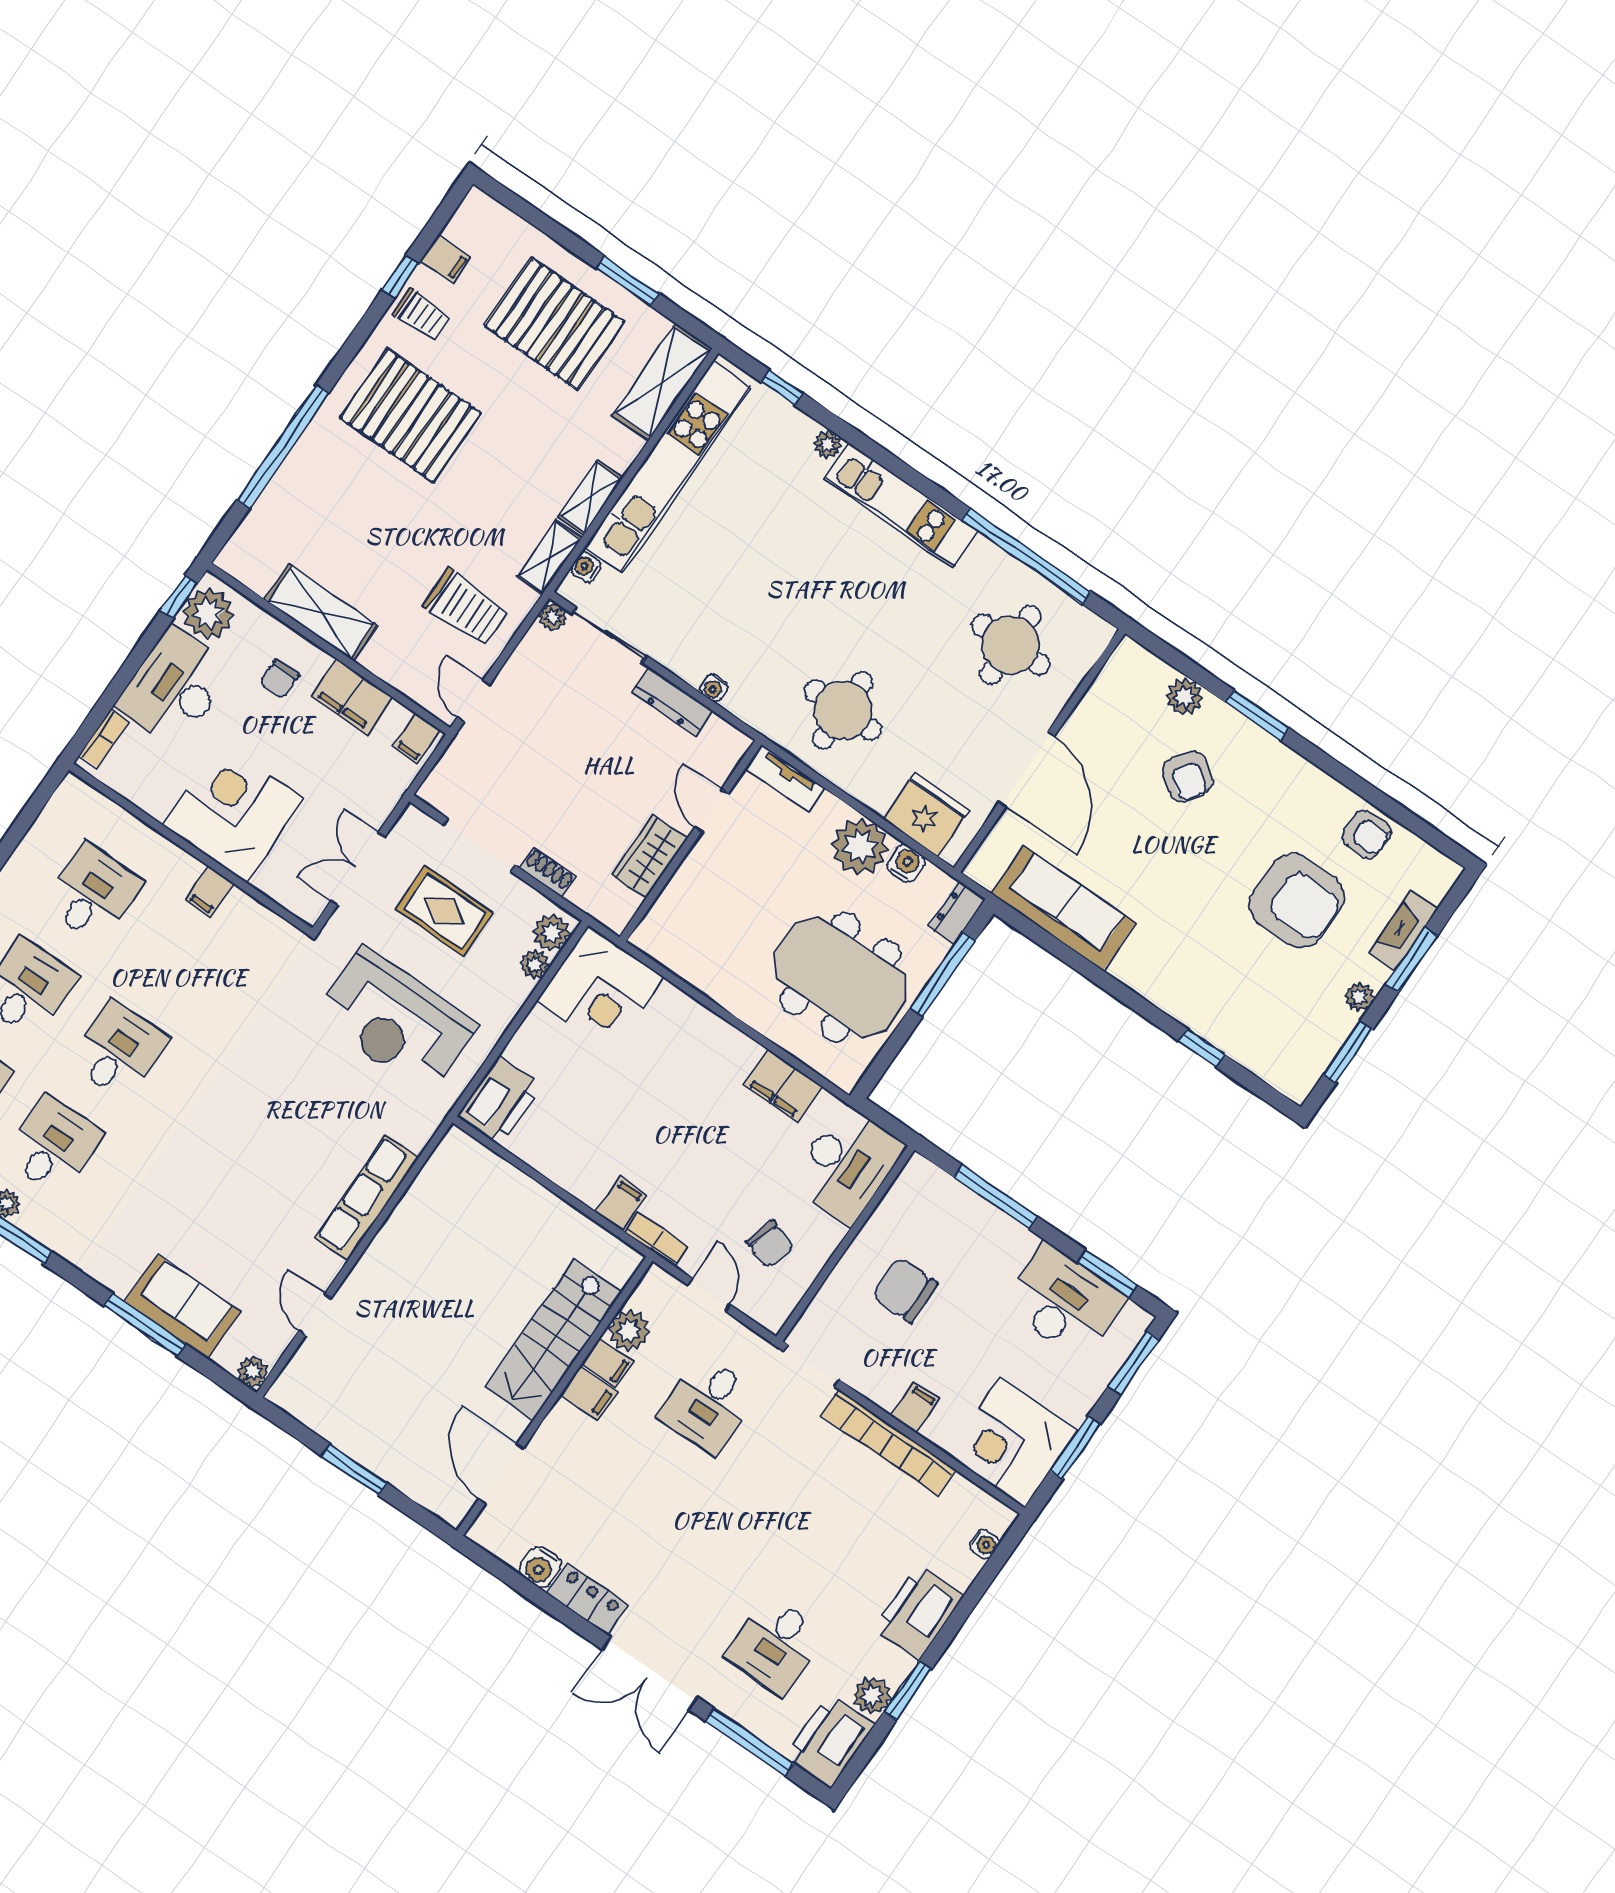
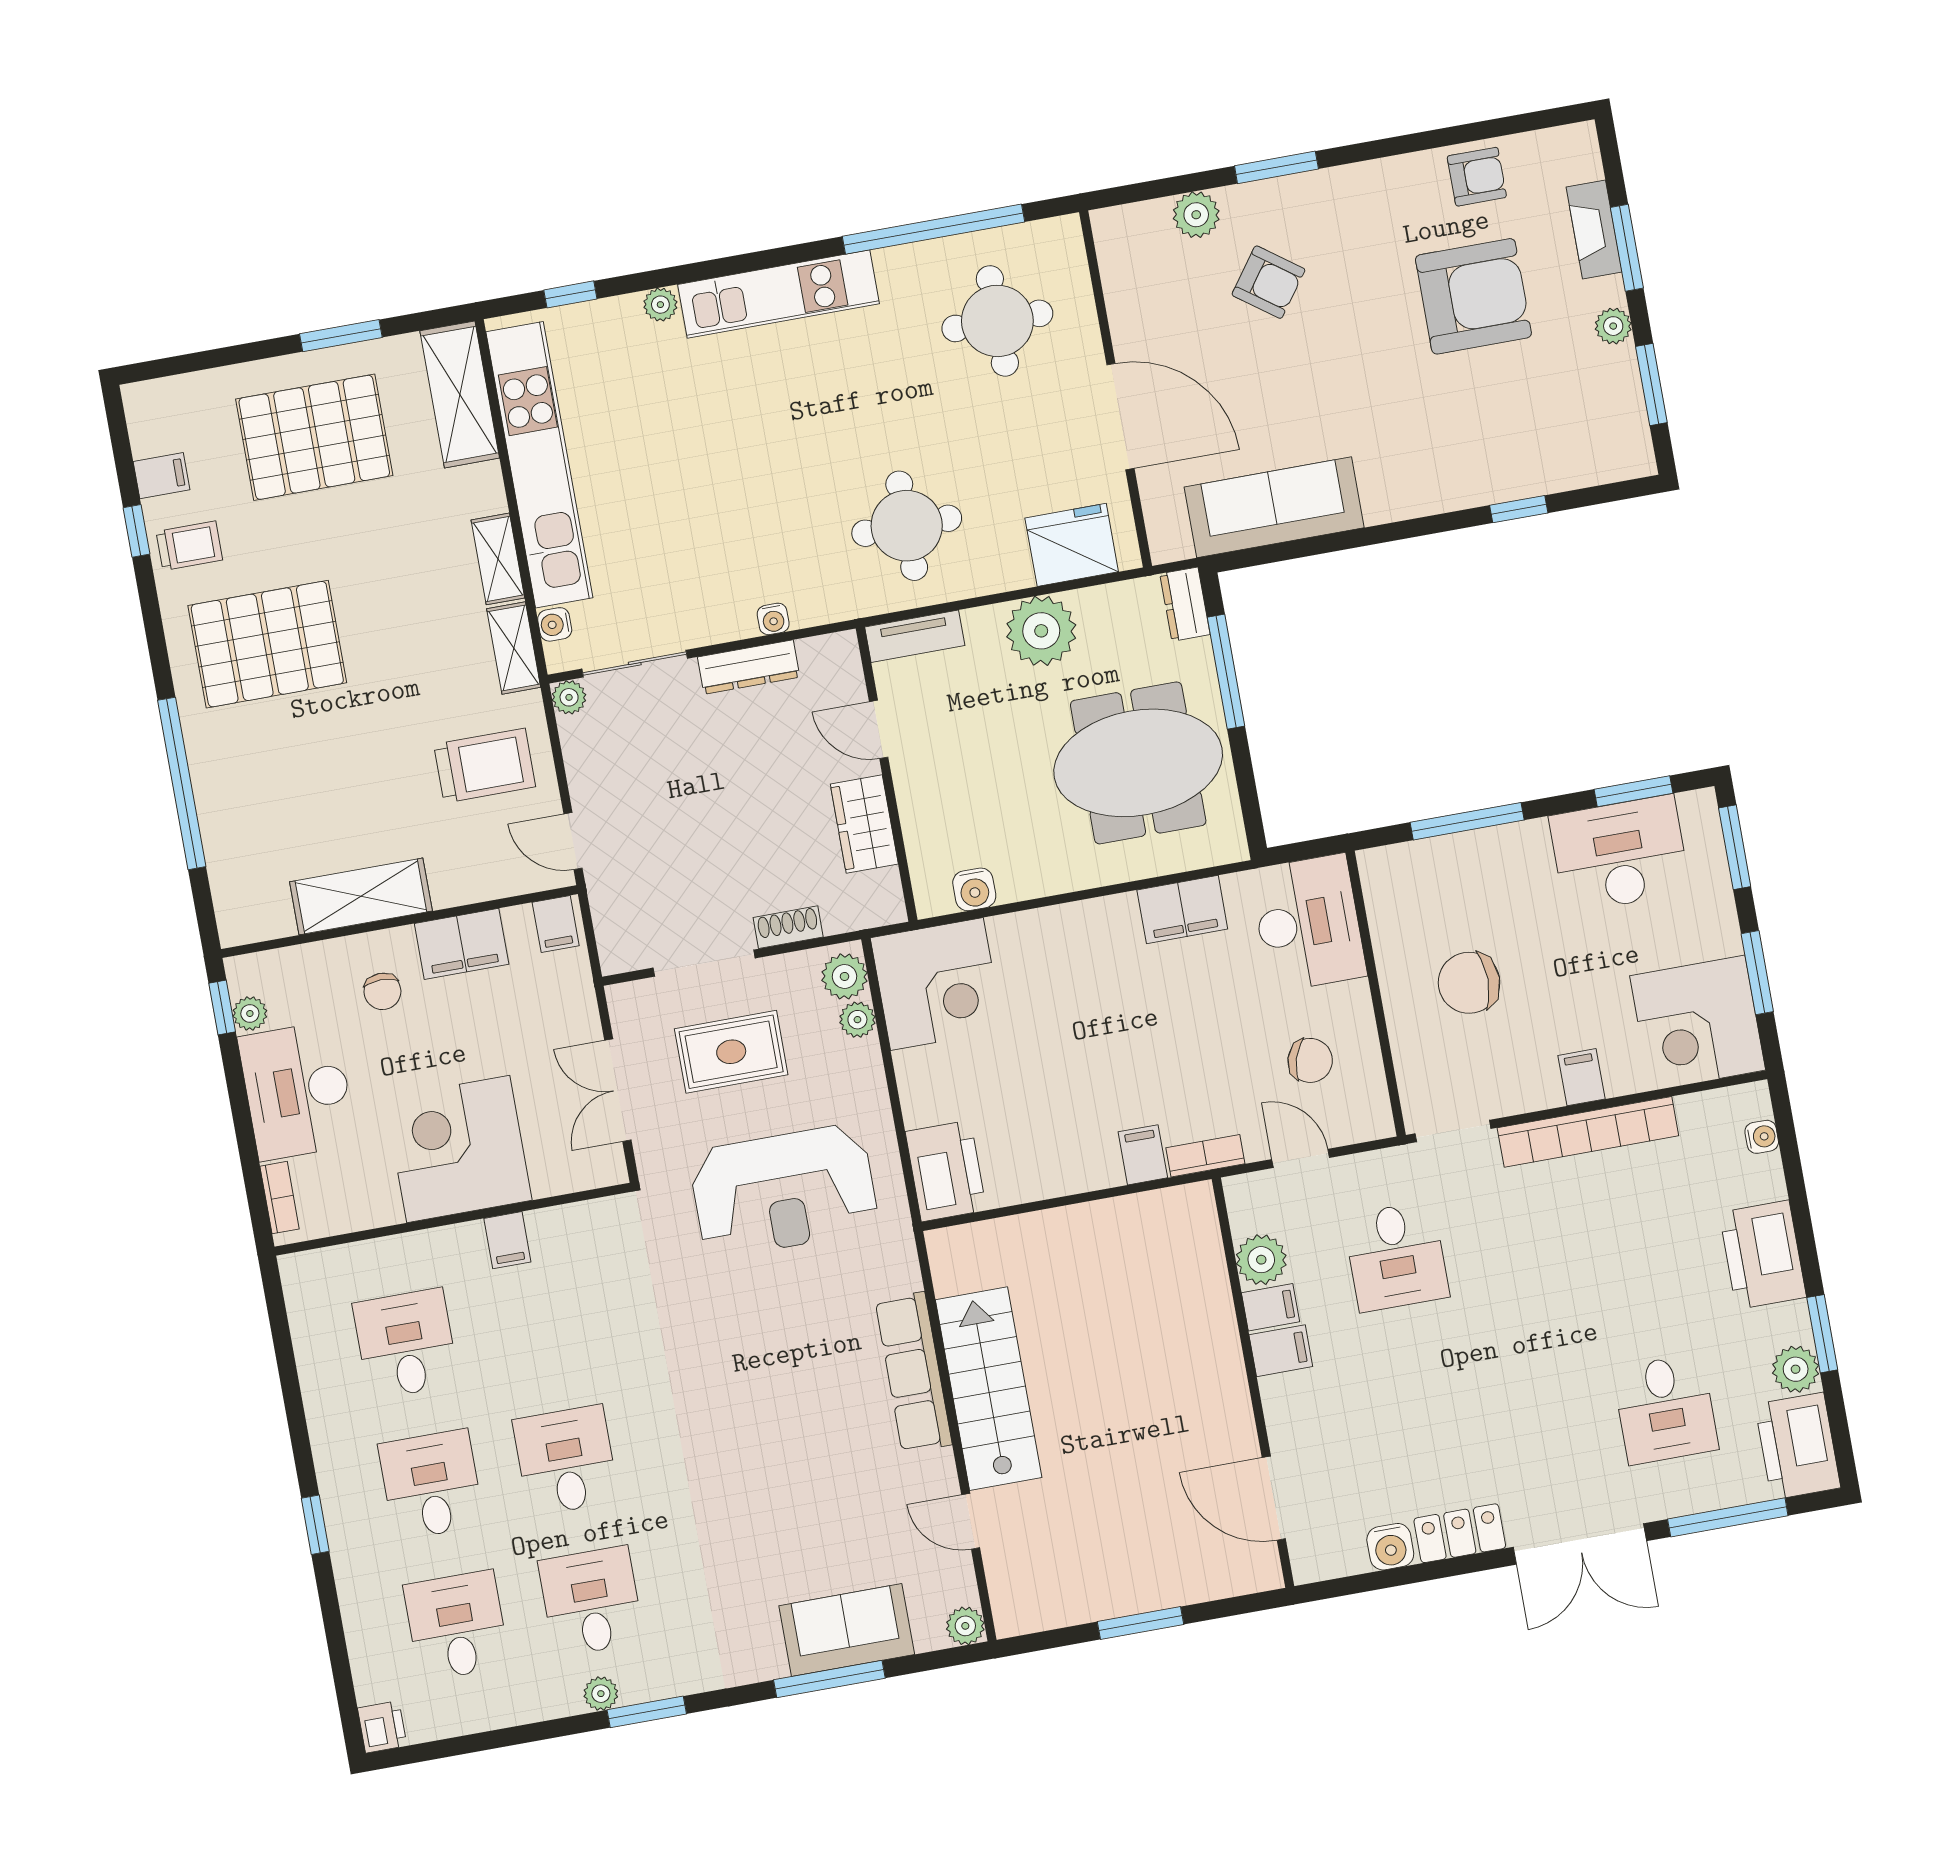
plant: (208, 613) -> (250, 1013), width x0.53, depth x0.53
water cooler: (906, 864) -> (974, 889), moved, turned 180
stairs: (553, 1340) -> (989, 1389), moved, turned 180

